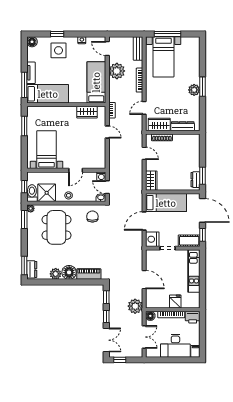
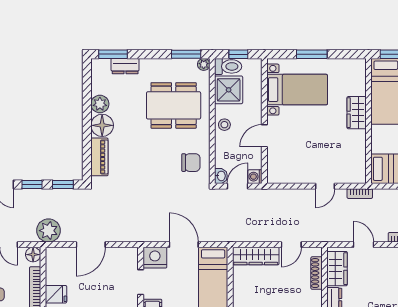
wardrobe: (87, 112) -> (357, 113), moved
window: (24, 126) -> (312, 54), moved
door: (76, 170) -> (264, 136), hinge flipped
wardrobe: (151, 181) -> (256, 256), width x1.50
dresser: (32, 269) -> (125, 66), moved

